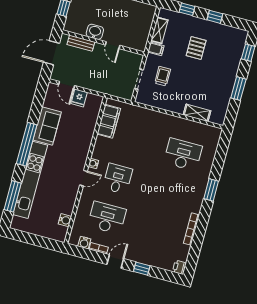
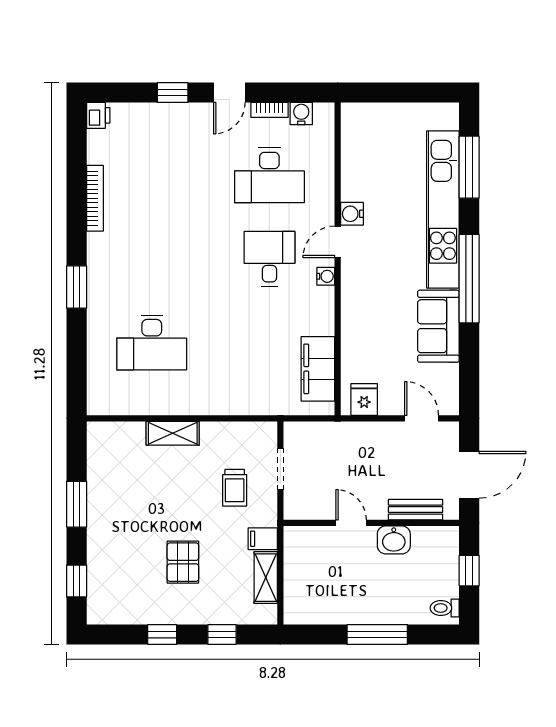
fridge: (79, 98) -> (364, 399), moved
shelving: (197, 113) -> (173, 433), moved
desk: (117, 179) -> (269, 259), turned 180
water cooler: (65, 220) -> (352, 214), moved

